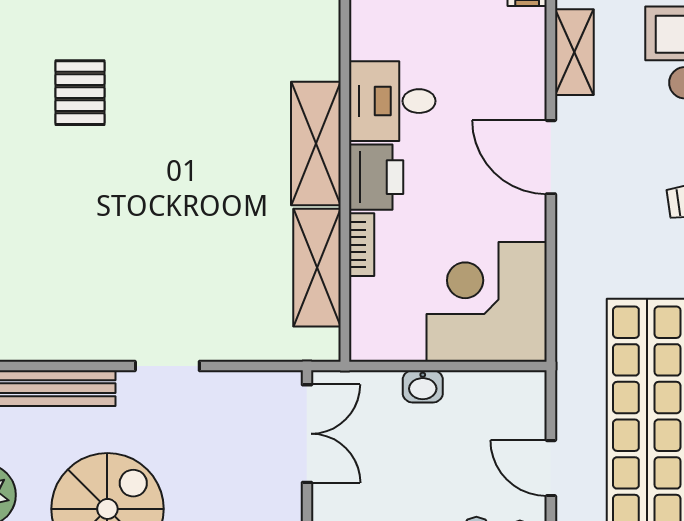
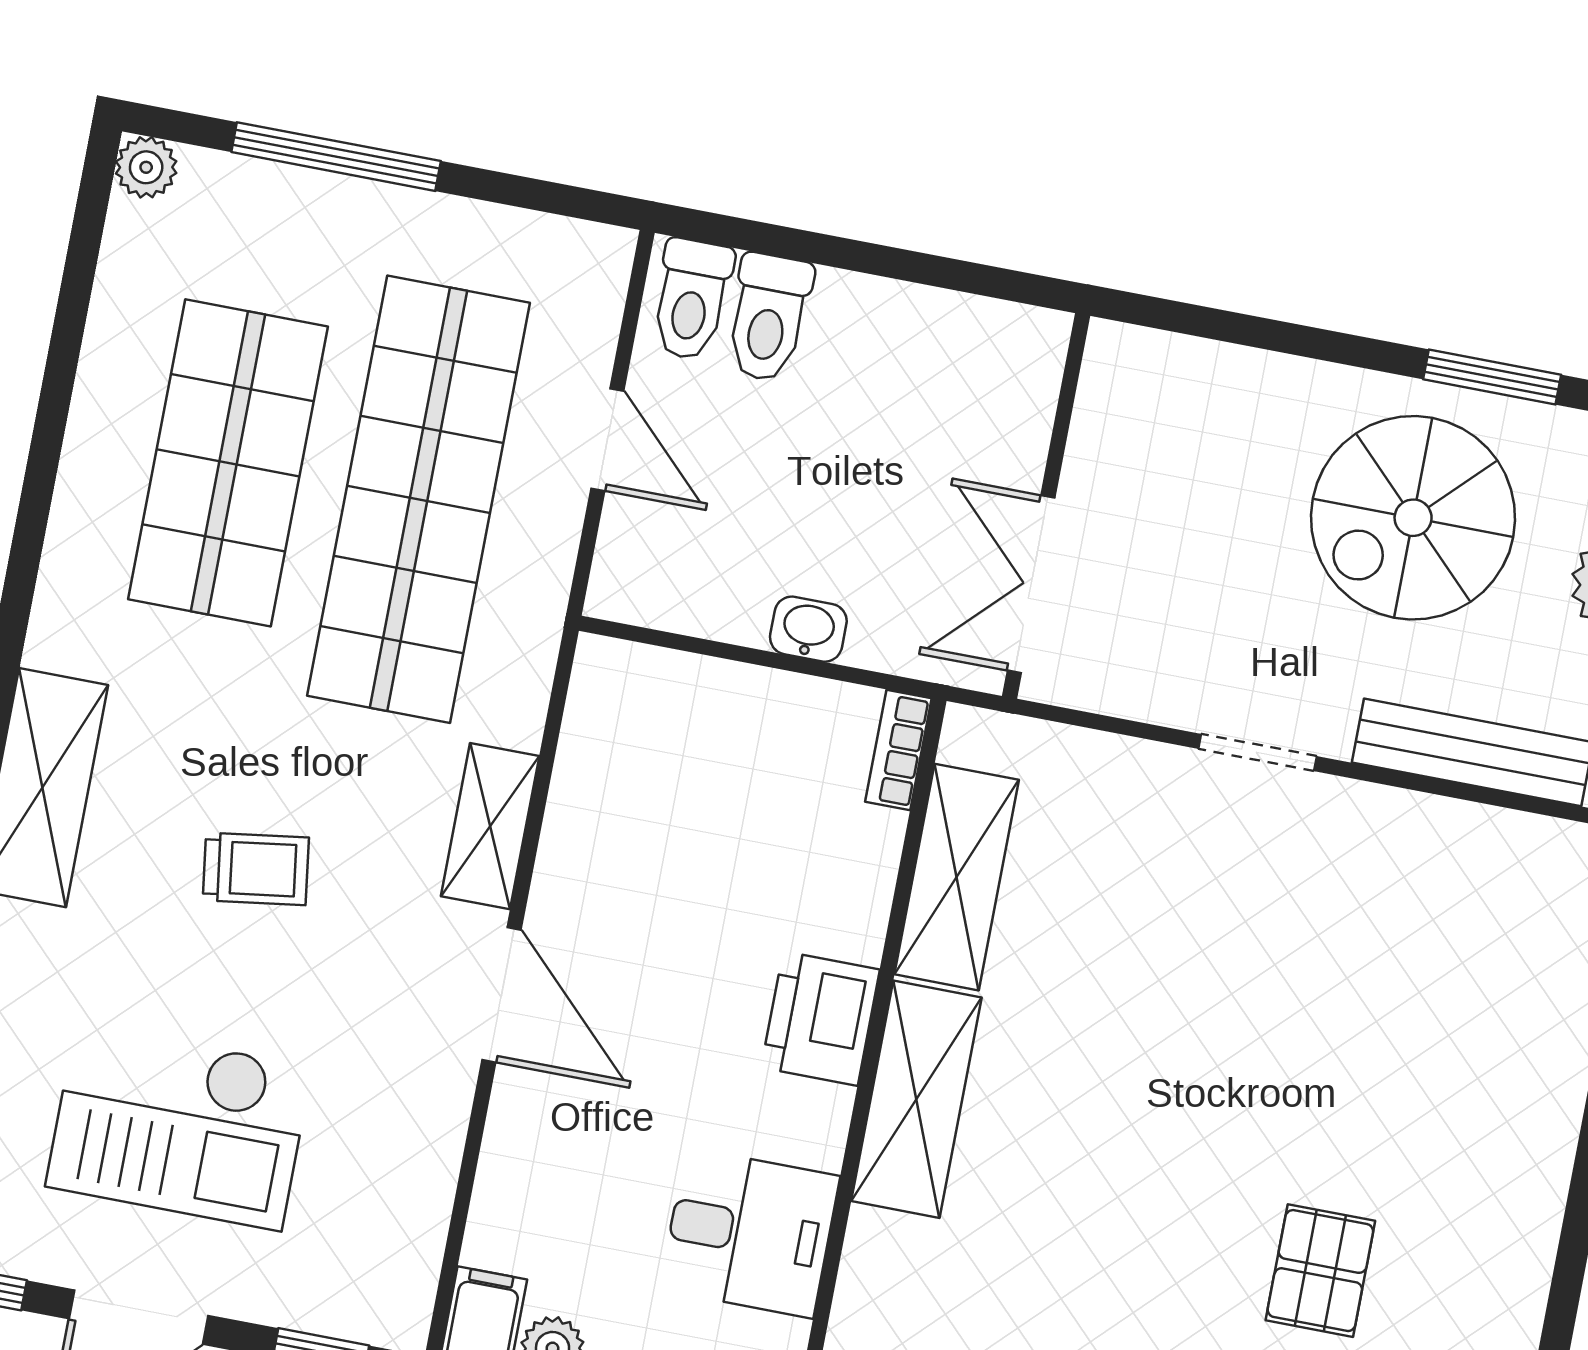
shelving: (574, 52) -> (490, 826), moved
desk: (392, 101) -> (750, 1233), moved
bookcase: (362, 245) -> (898, 750), moved
corner desk: (487, 302) -> (665, 758), removed

